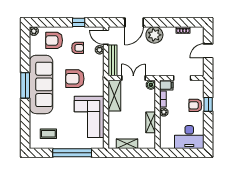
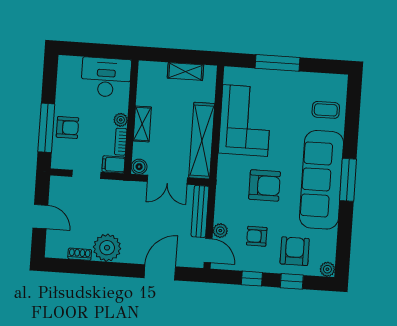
window: (55, 22) -> (292, 281), added
plant: (154, 35) -> (107, 248), moved
armchair: (54, 40) -> (295, 251), turned -90
door: (208, 51) -> (40, 217), hinge flipped
shelving: (114, 96) -> (202, 141), width x1.47
window: (208, 104) -> (46, 128), width x2.17
shelving: (151, 122) -> (142, 124), moved
coffee table: (48, 134) -> (326, 110), moved
desk: (189, 137) -> (106, 77), moved
window: (72, 153) -> (278, 63), width x0.68

